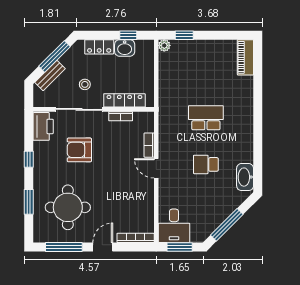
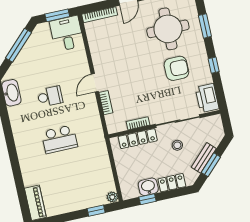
window: (54, 56) -> (211, 165), width x0.69
bench: (50, 76) -> (204, 158), moved
armchair: (79, 150) -> (176, 68), moved
door: (156, 168) -> (95, 83), swing flipped

